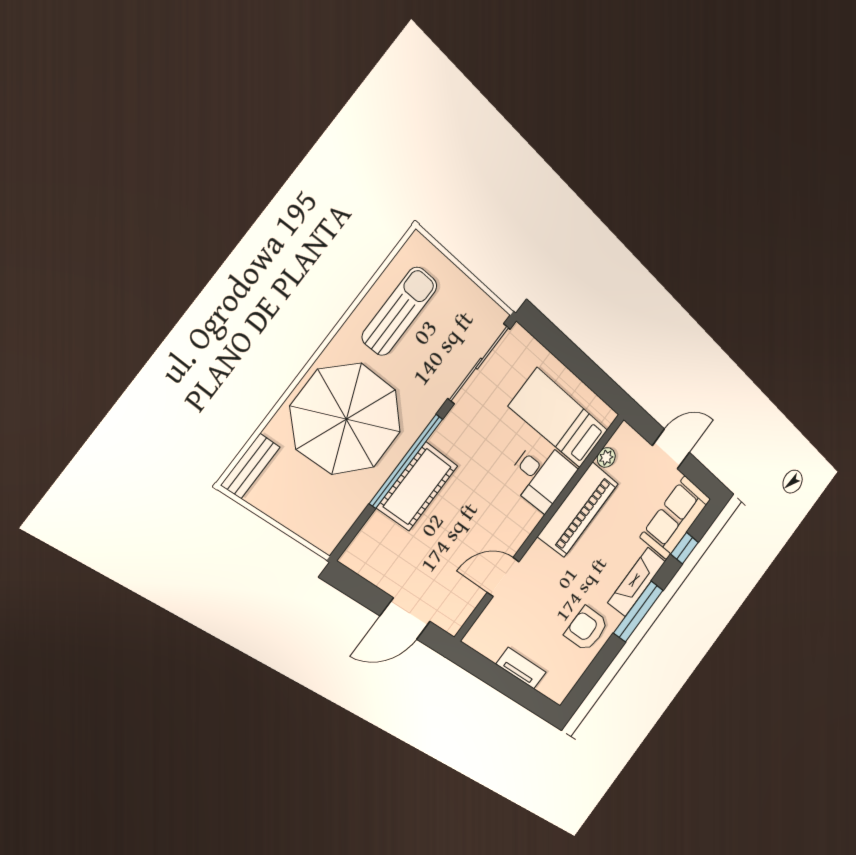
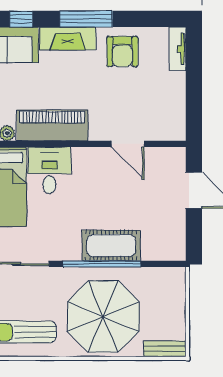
tv unit: (521, 668) -> (178, 49), moved

